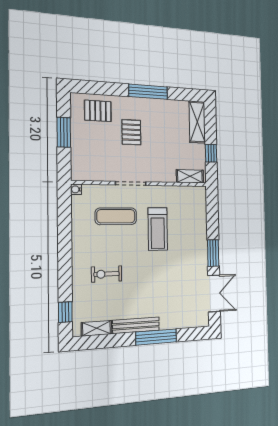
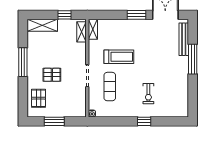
window: (65, 312) -> (144, 121), moved
bench: (136, 325) -> (184, 39), moved
shelving: (97, 328) -> (93, 29), moved

